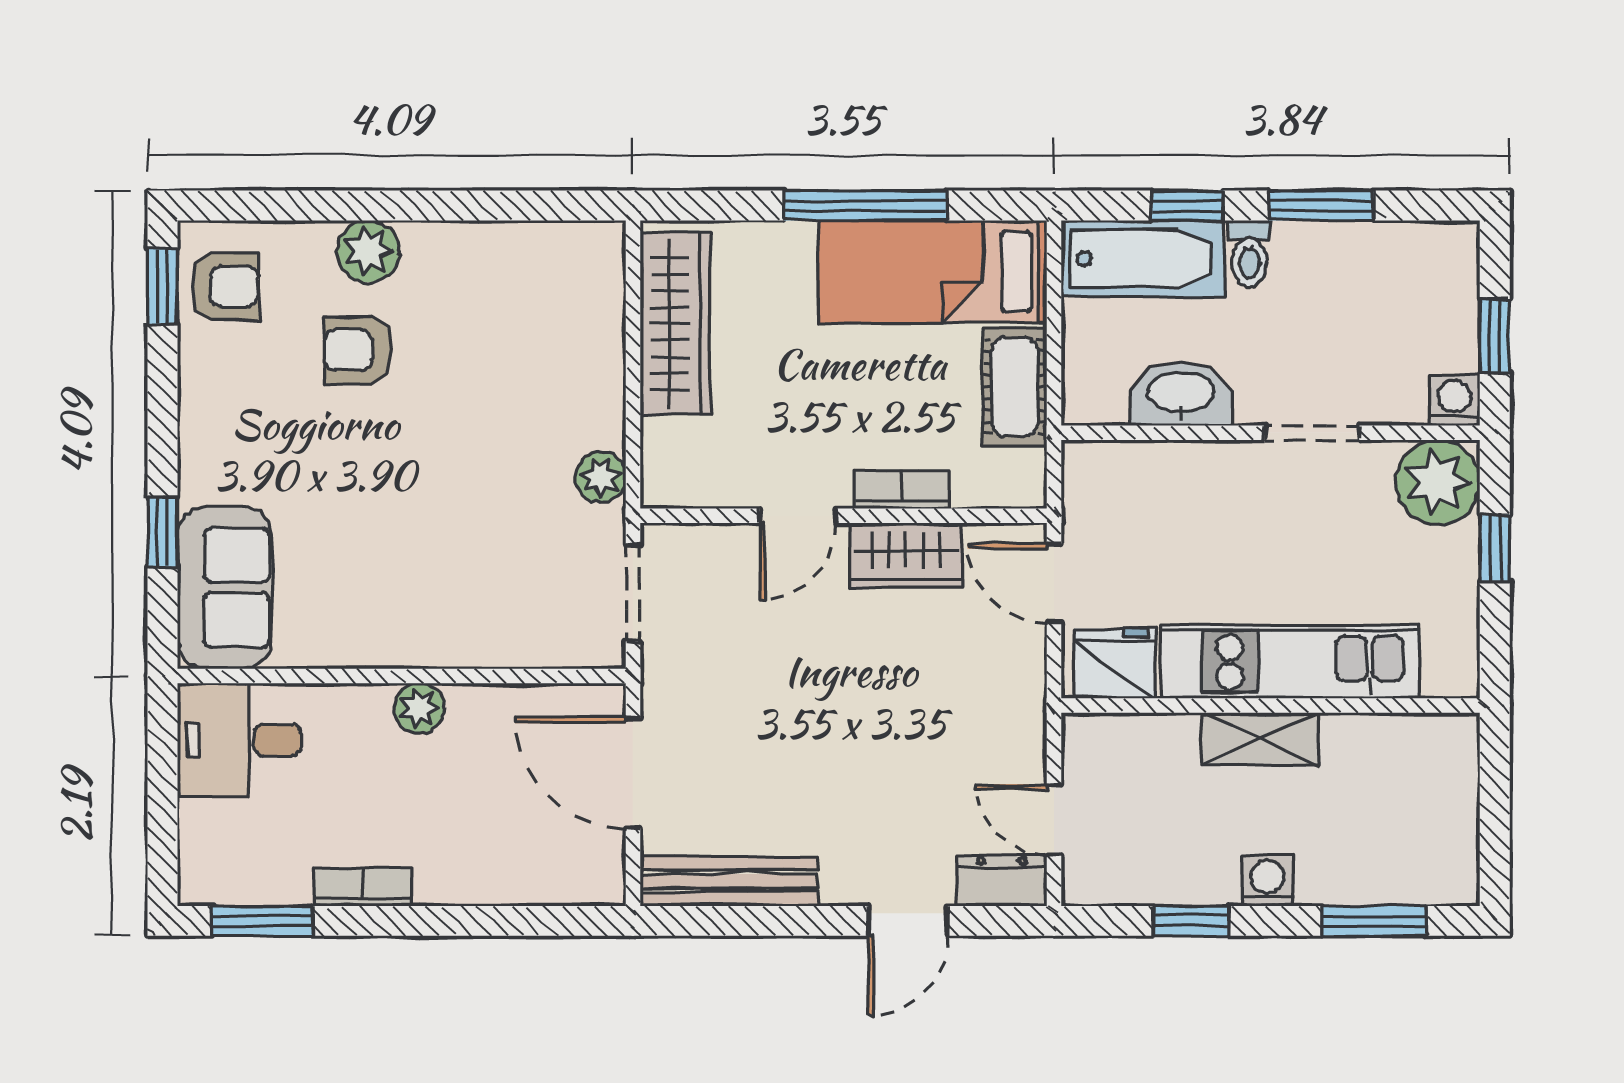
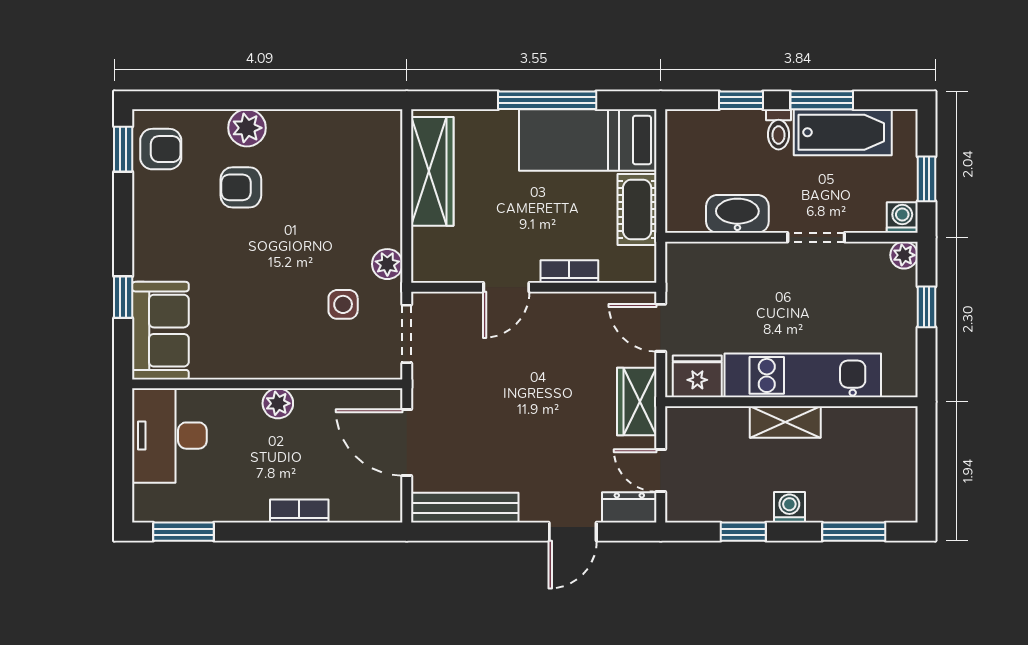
bathtub: (1143, 259) -> (843, 132), moved
plant: (1438, 482) -> (904, 255), width x0.53, depth x0.53
side table: (527, 544) -> (343, 304), added
wardrobe: (906, 555) -> (637, 401), moved, turned 90
desk: (239, 740) -> (169, 436), width x1.37
bookcase: (363, 887) -> (299, 511), moved

